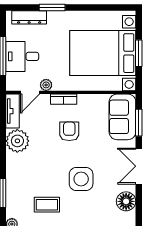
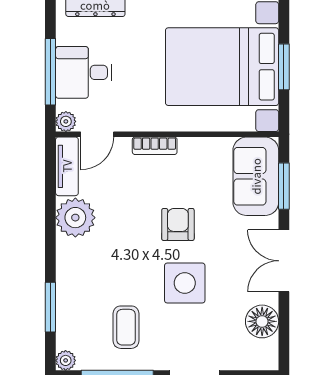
plant: (46, 85) -> (66, 121), moved
armchair: (69, 131) -> (178, 224), moved
coffee table: (47, 205) -> (126, 327), turned 90

